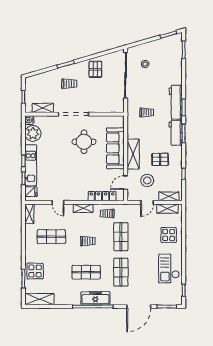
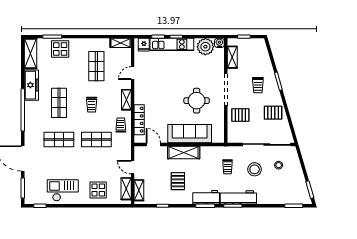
pallet: (98, 100) -> (240, 115), added
stool: (147, 180) -> (255, 169), moved
freezer: (95, 298) -> (31, 85), moved

